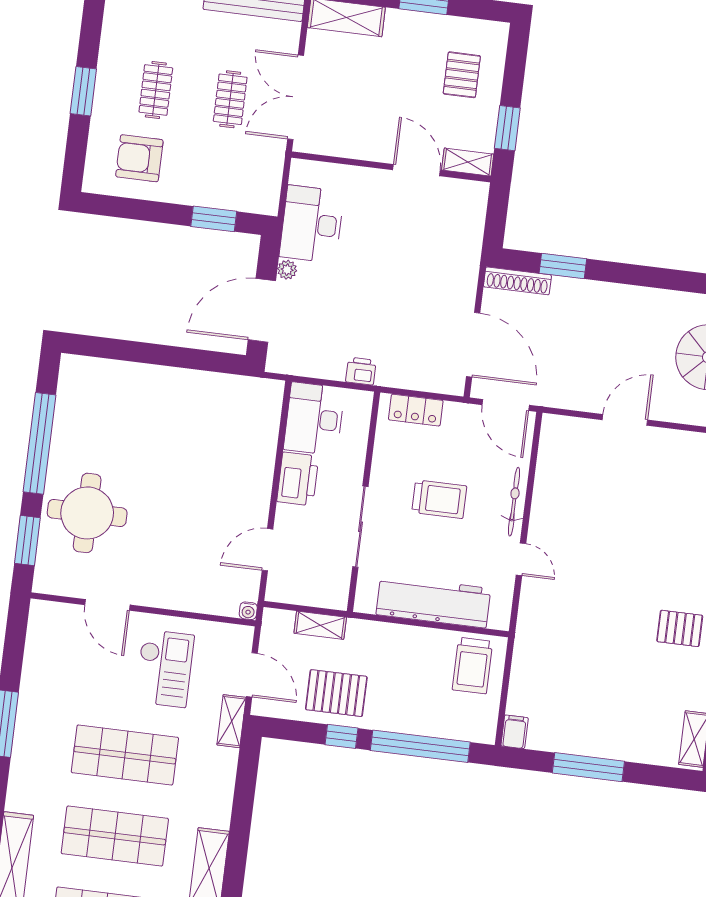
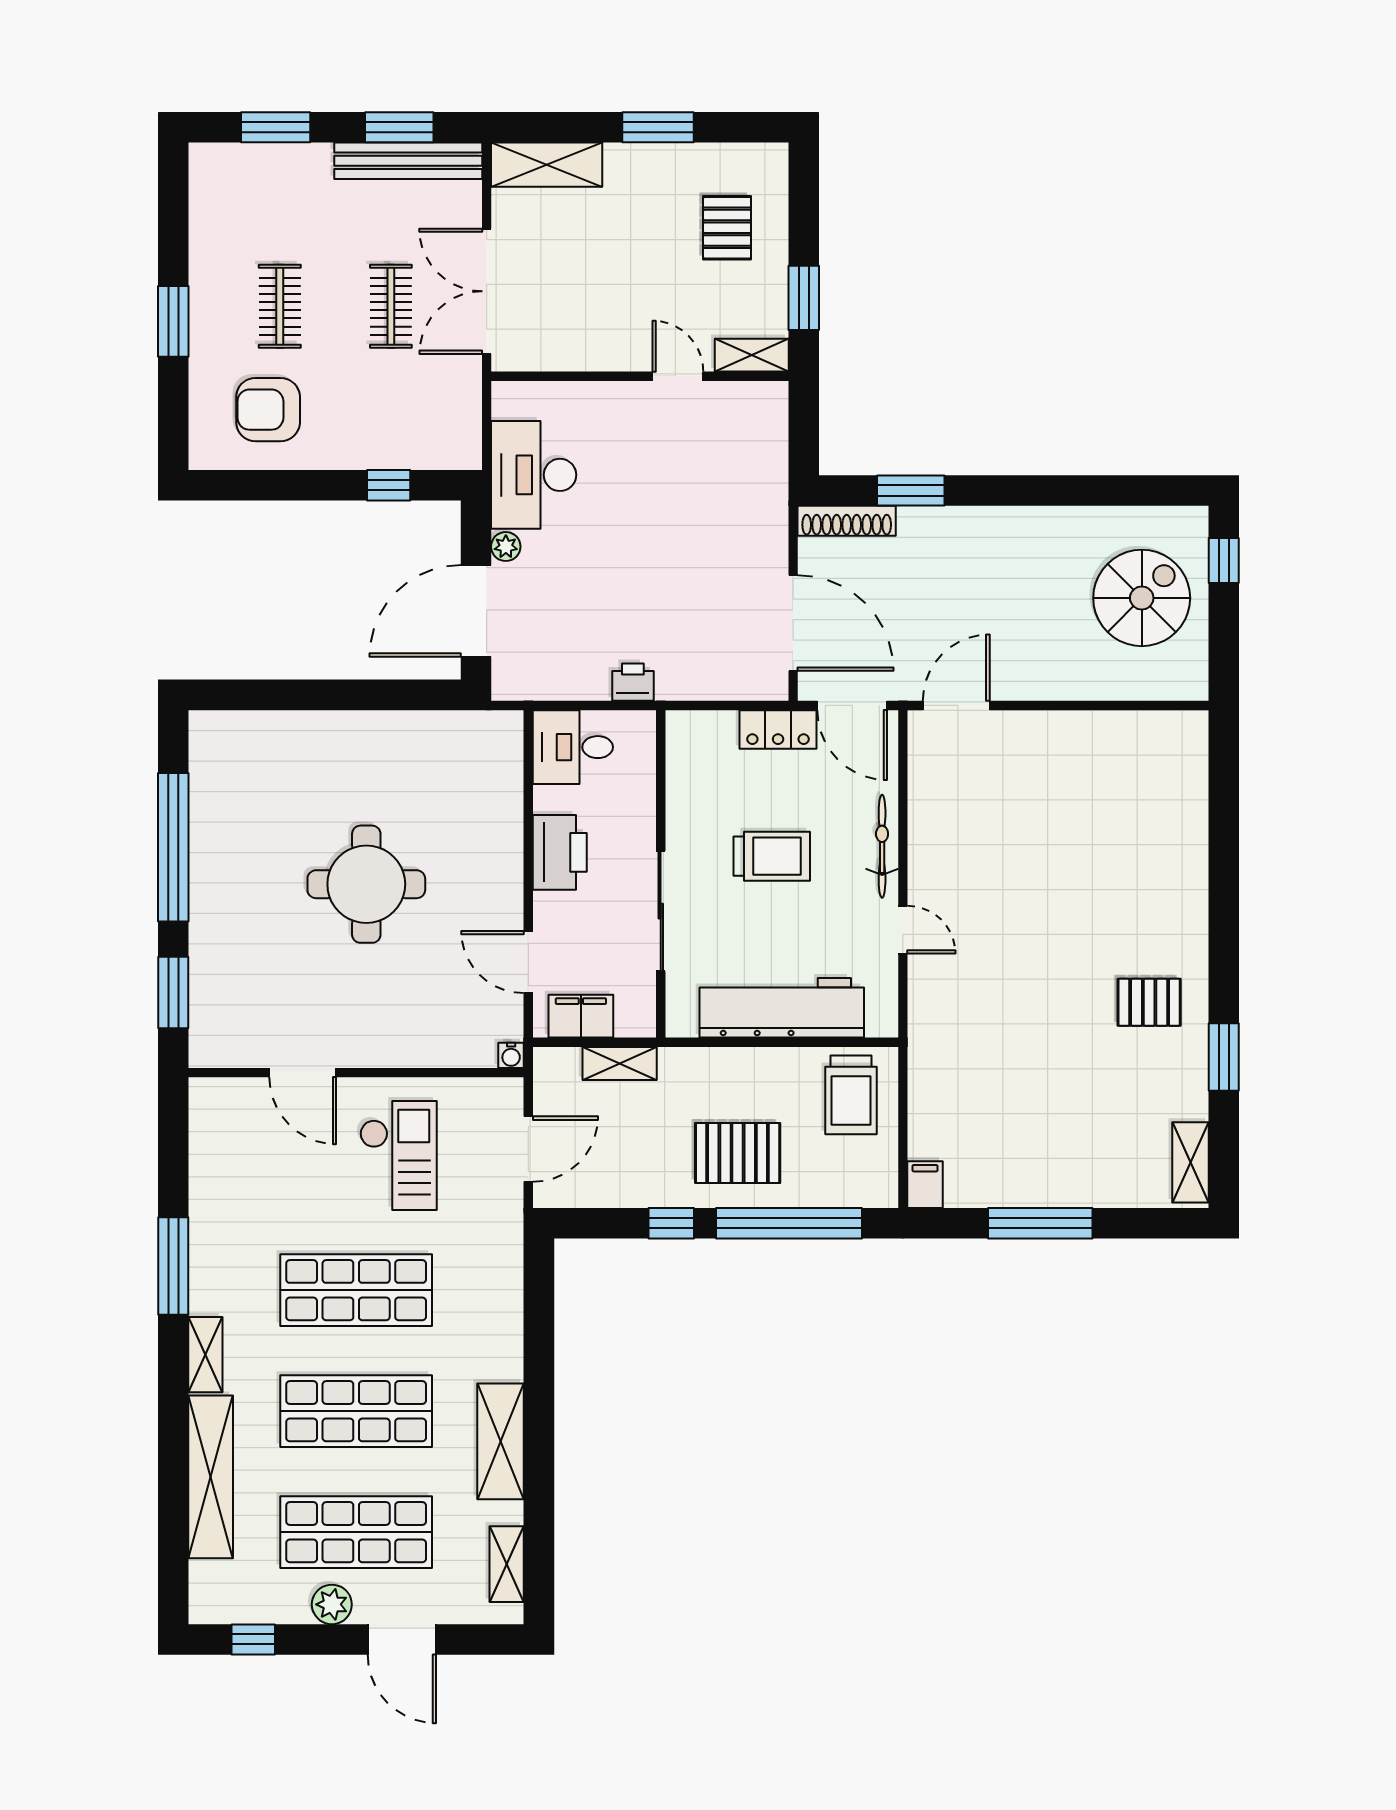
door: (417, 170) -> (678, 376), width x0.73
window: (214, 219) -> (389, 485), width x0.67
locker: (416, 410) -> (778, 729), moved
desk: (314, 419) -> (573, 747), width x0.73
door: (625, 420) -> (956, 705), moved
round table: (87, 513) -> (366, 884), moved
door: (268, 550) -> (528, 962), hinge flipped
filing cabinet: (298, 590) -> (581, 1016), added
door: (252, 675) -> (528, 1149), hinge flipped
pallet: (336, 693) -> (738, 1153), moved
shelving: (232, 721) -> (205, 1355), moved

